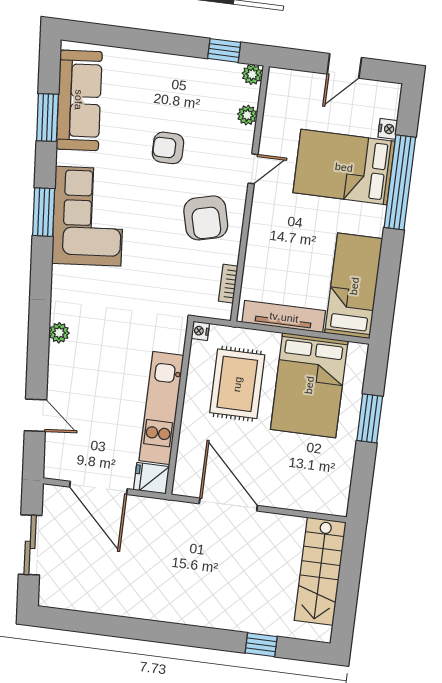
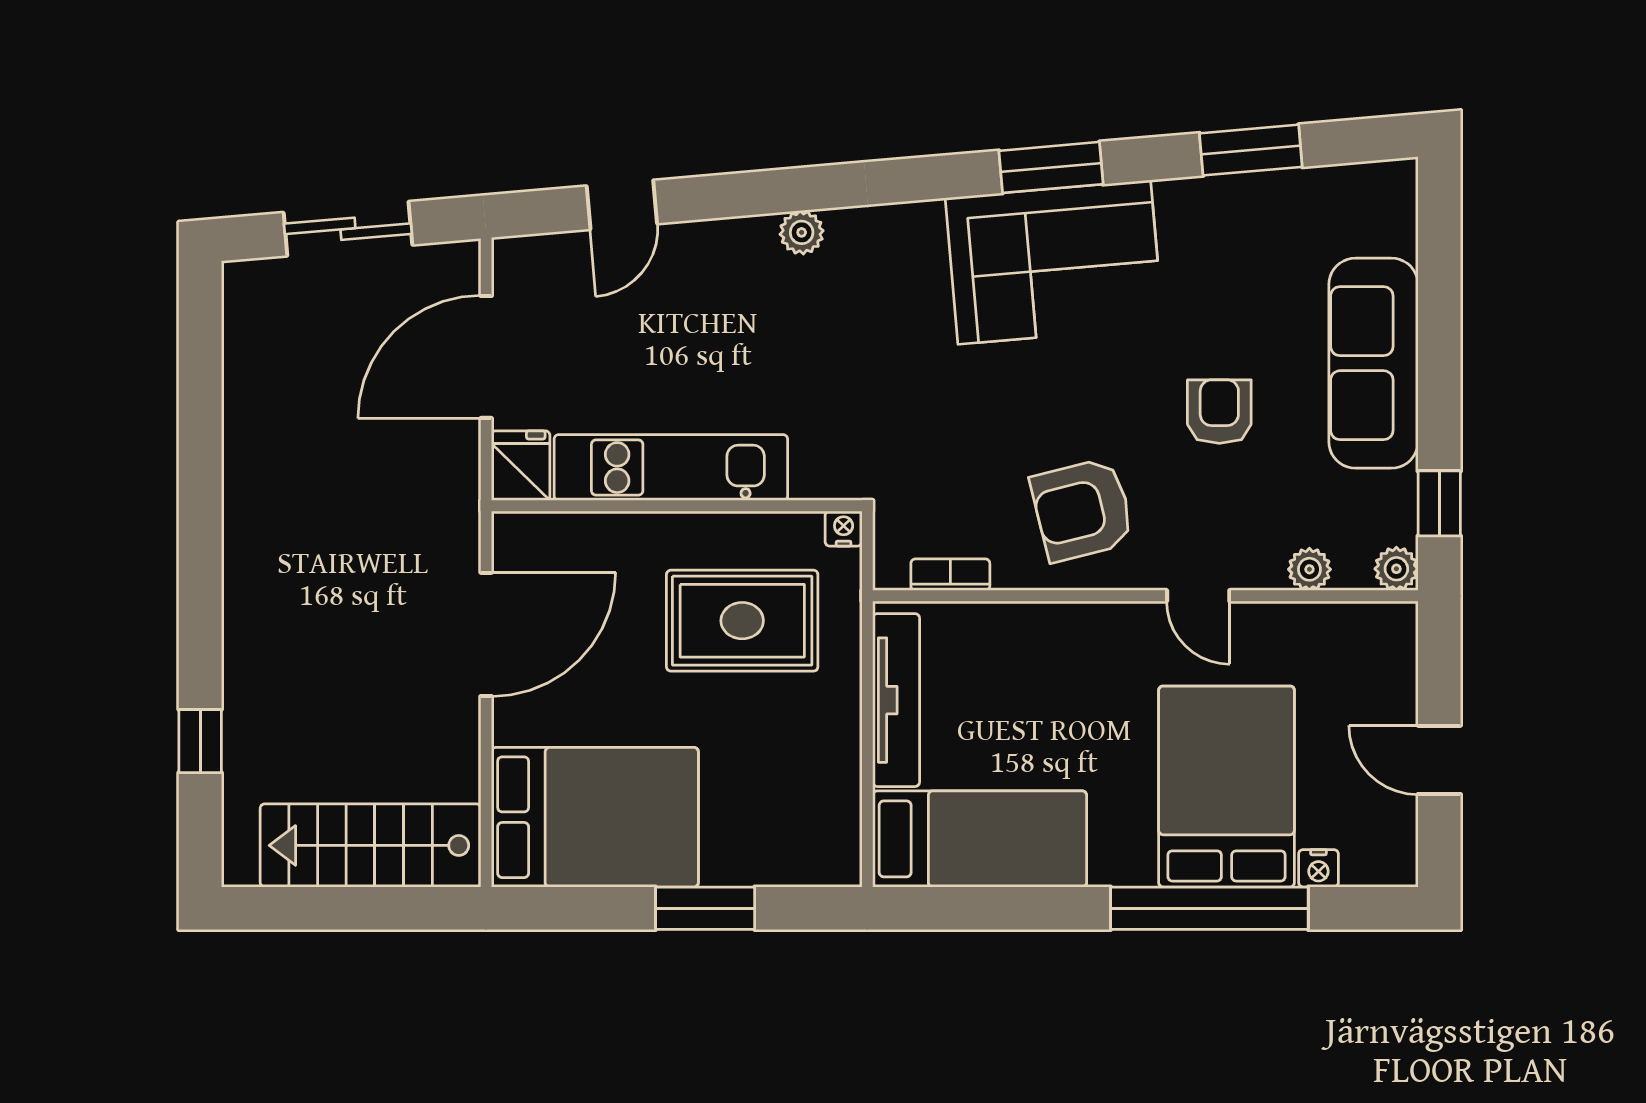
sofa: (79, 100) -> (1373, 363), moved, turned 95
bed: (309, 385) -> (595, 817), moved, turned 180

